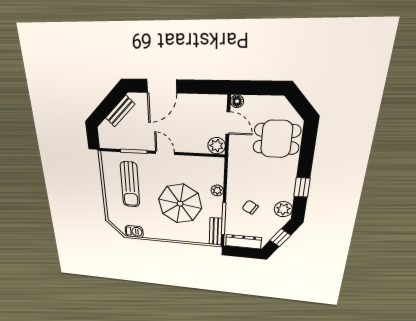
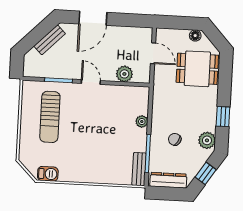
floor lamp: (237, 101) -> (195, 36), moved
plant: (217, 146) -> (124, 74), moved
parasol: (180, 204) -> (103, 137), removed

